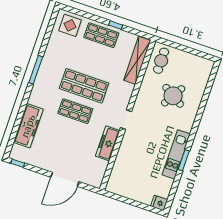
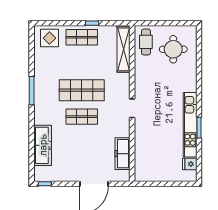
round table: (173, 96) -> (173, 49), moved, turned -31
freezer: (108, 143) -> (122, 154), moved
kitchen unit: (176, 154) -> (190, 125), width x1.36
fridge: (159, 203) -> (190, 164), moved

